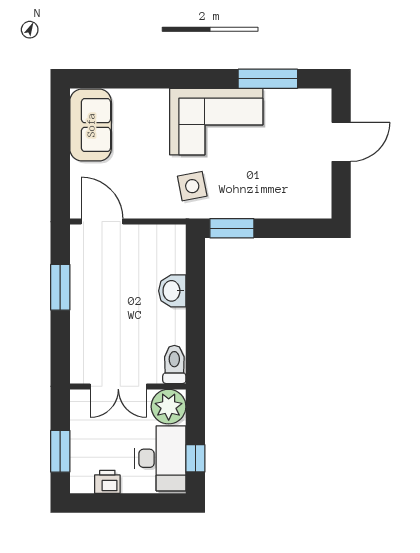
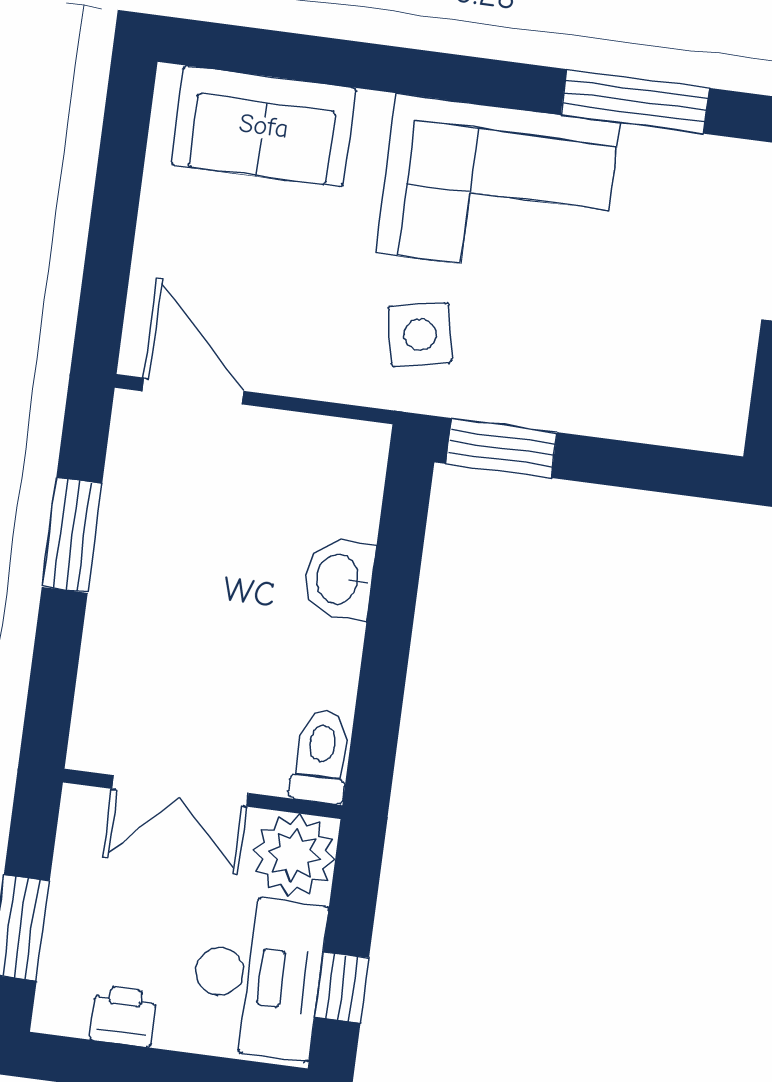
sofa: (91, 125) -> (264, 126), moved, turned 90

